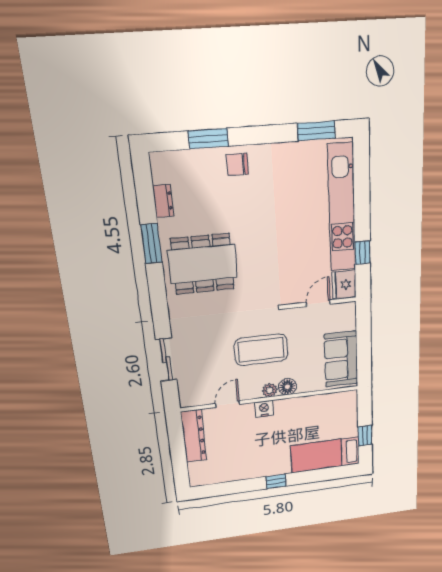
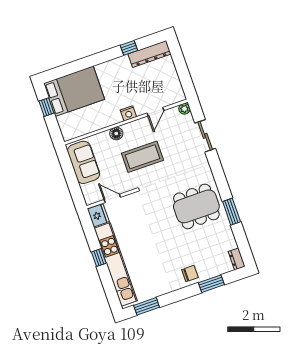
dresser: (163, 201) -> (237, 259), moved
window: (362, 253) -> (99, 258), moved
door: (318, 303) -> (112, 198), swing flipped
plant: (270, 390) -> (184, 109), moved
dresser: (194, 436) -> (150, 54), moved, turned -90
bed: (325, 455) -> (74, 91), width x1.50
window: (276, 481) -> (129, 48), moved

